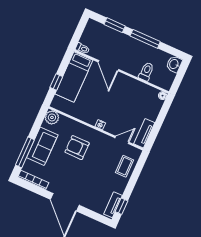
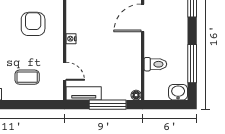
window: (145, 39) -> (192, 64), moved
window: (160, 120) -> (108, 105), added
coffee table: (125, 166) -> (27, 77), moved

